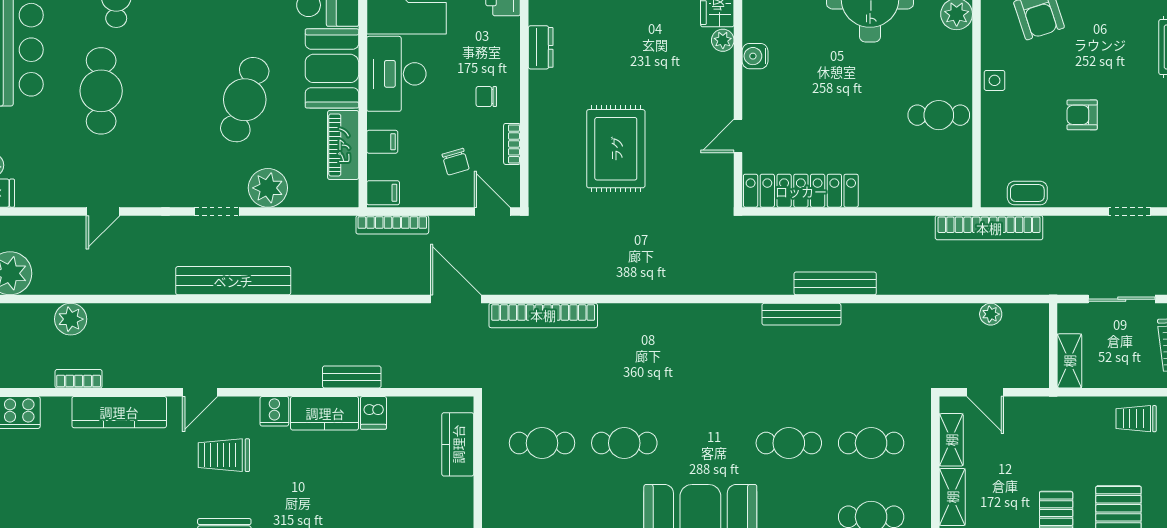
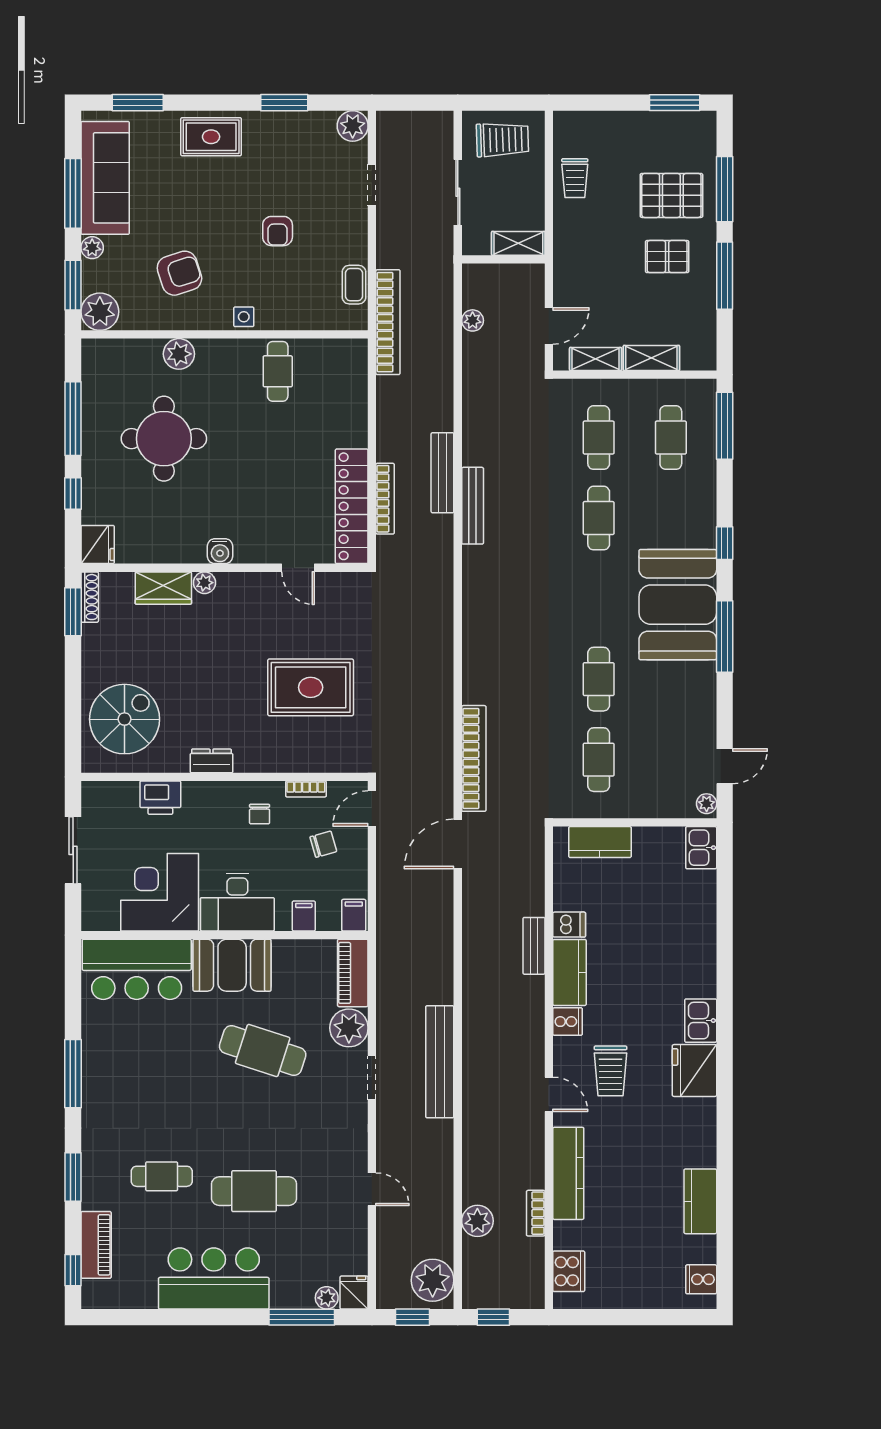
piano: (343, 145) -> (353, 973), moved, turned 90
bookcase: (392, 225) -> (385, 499), moved

